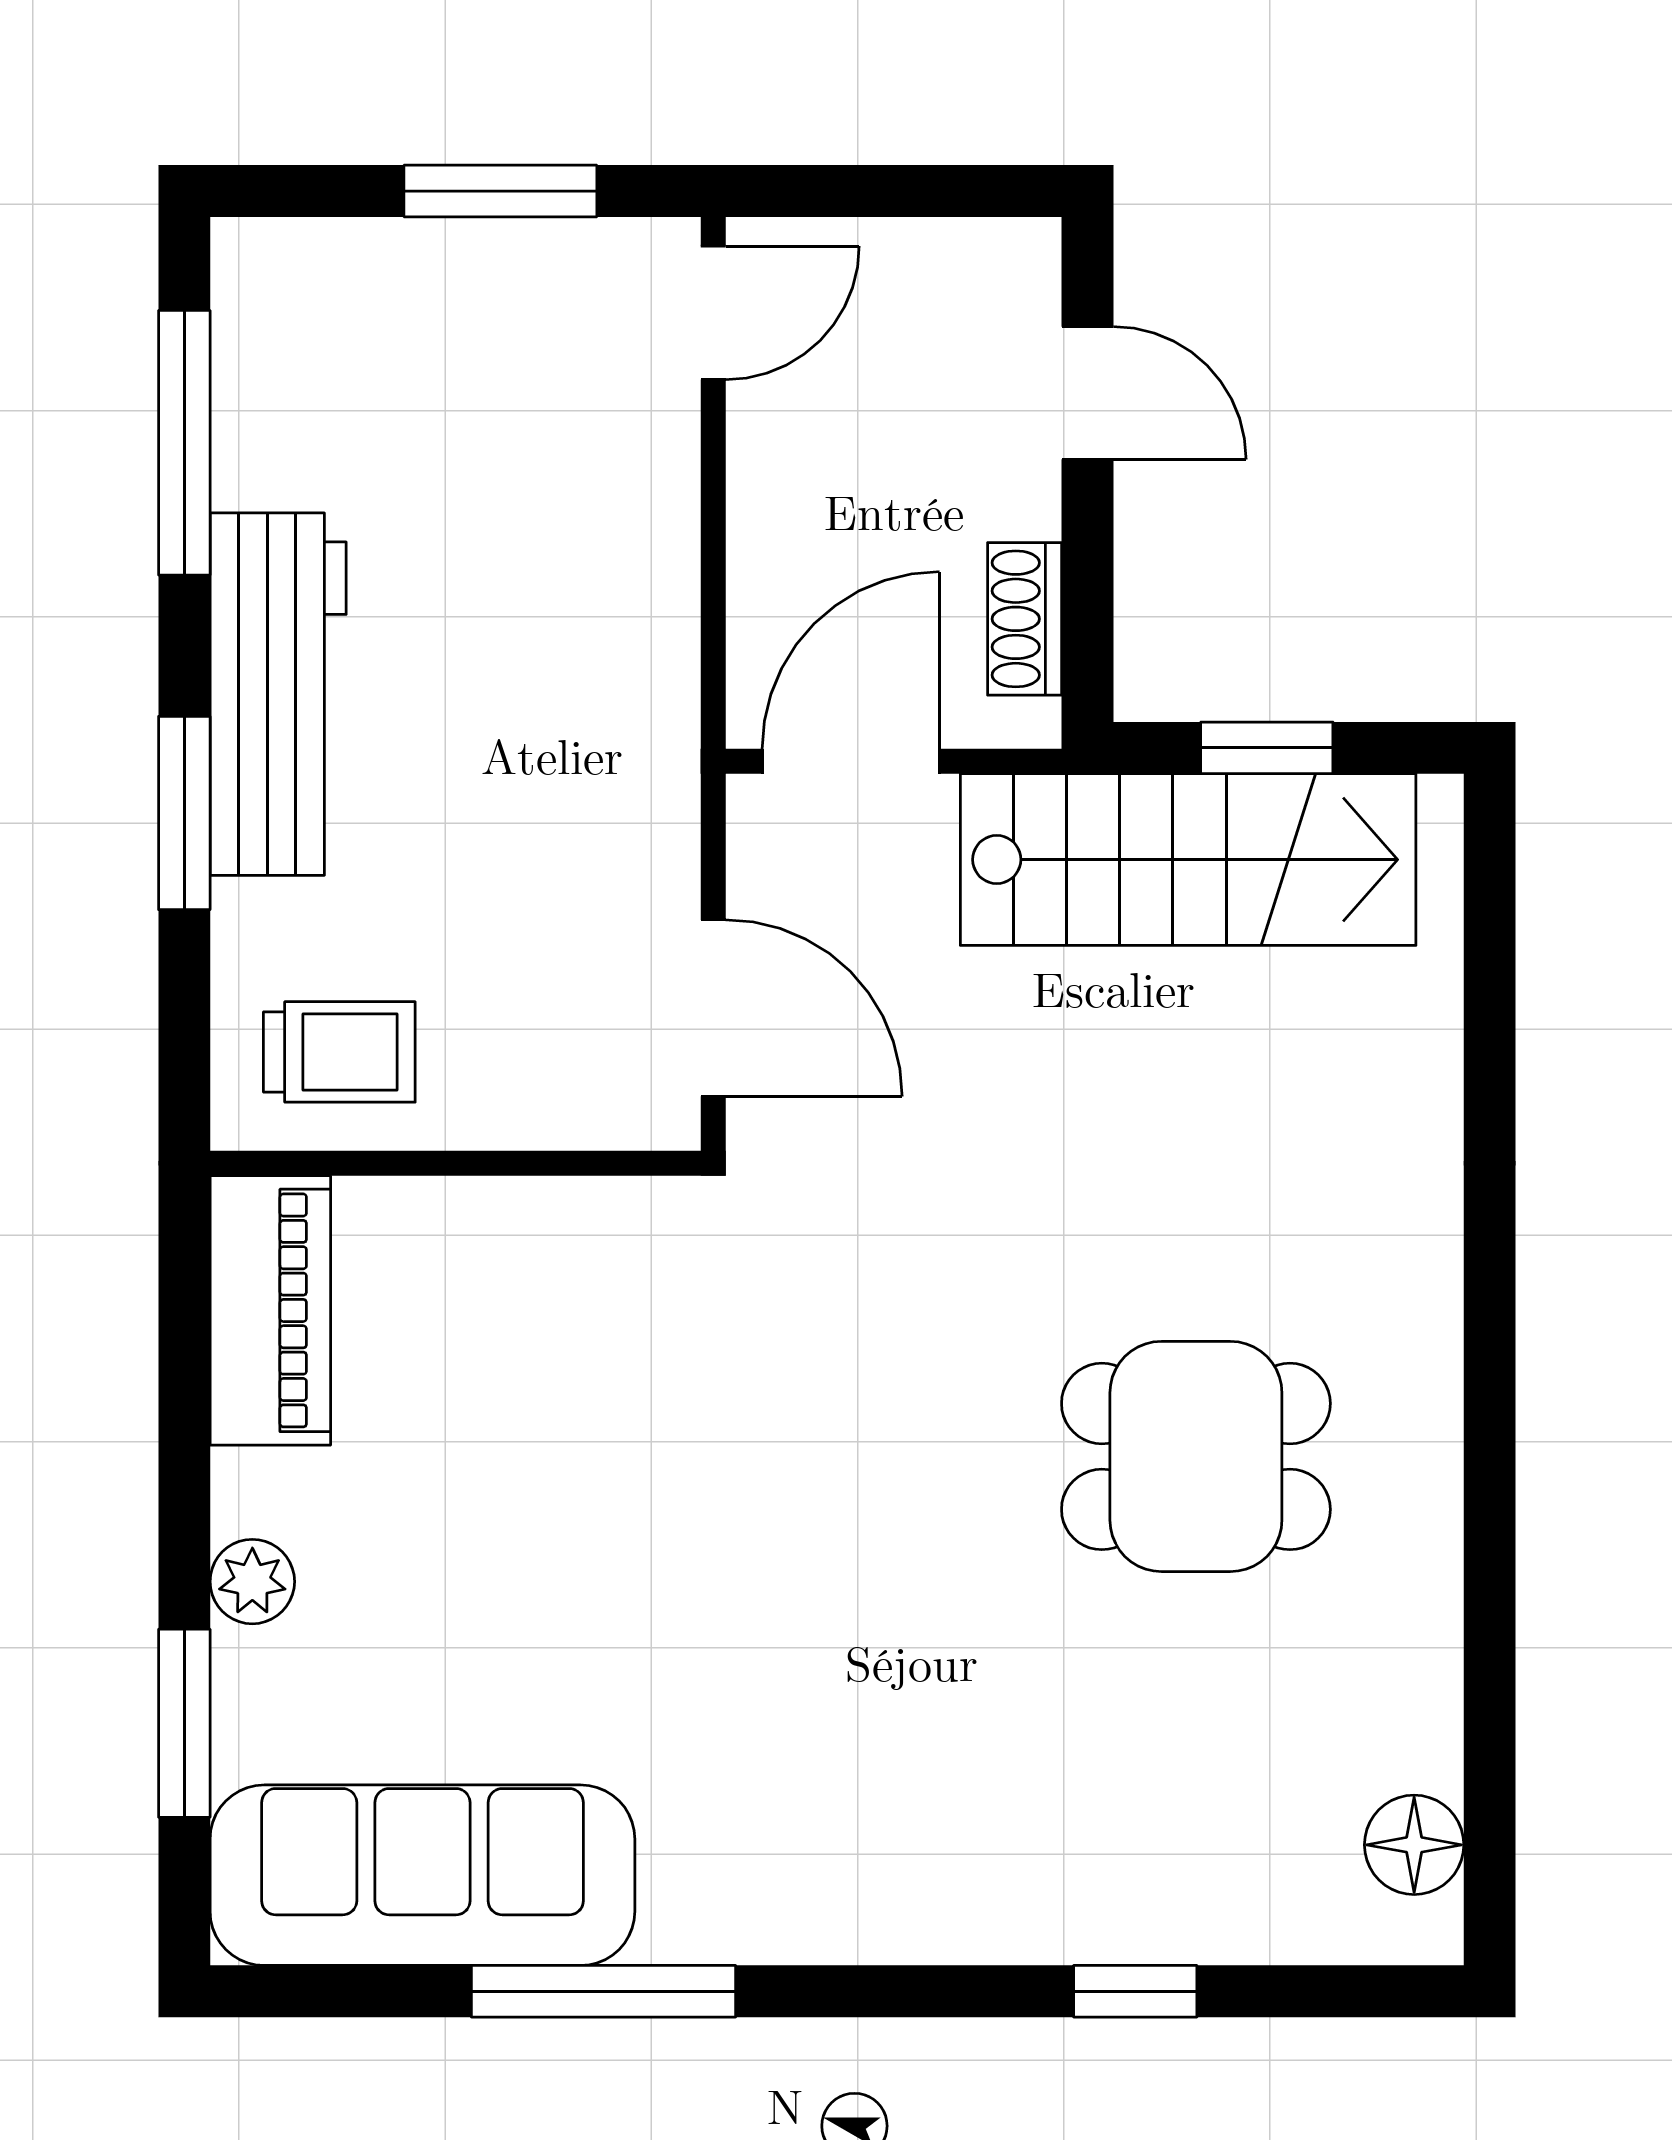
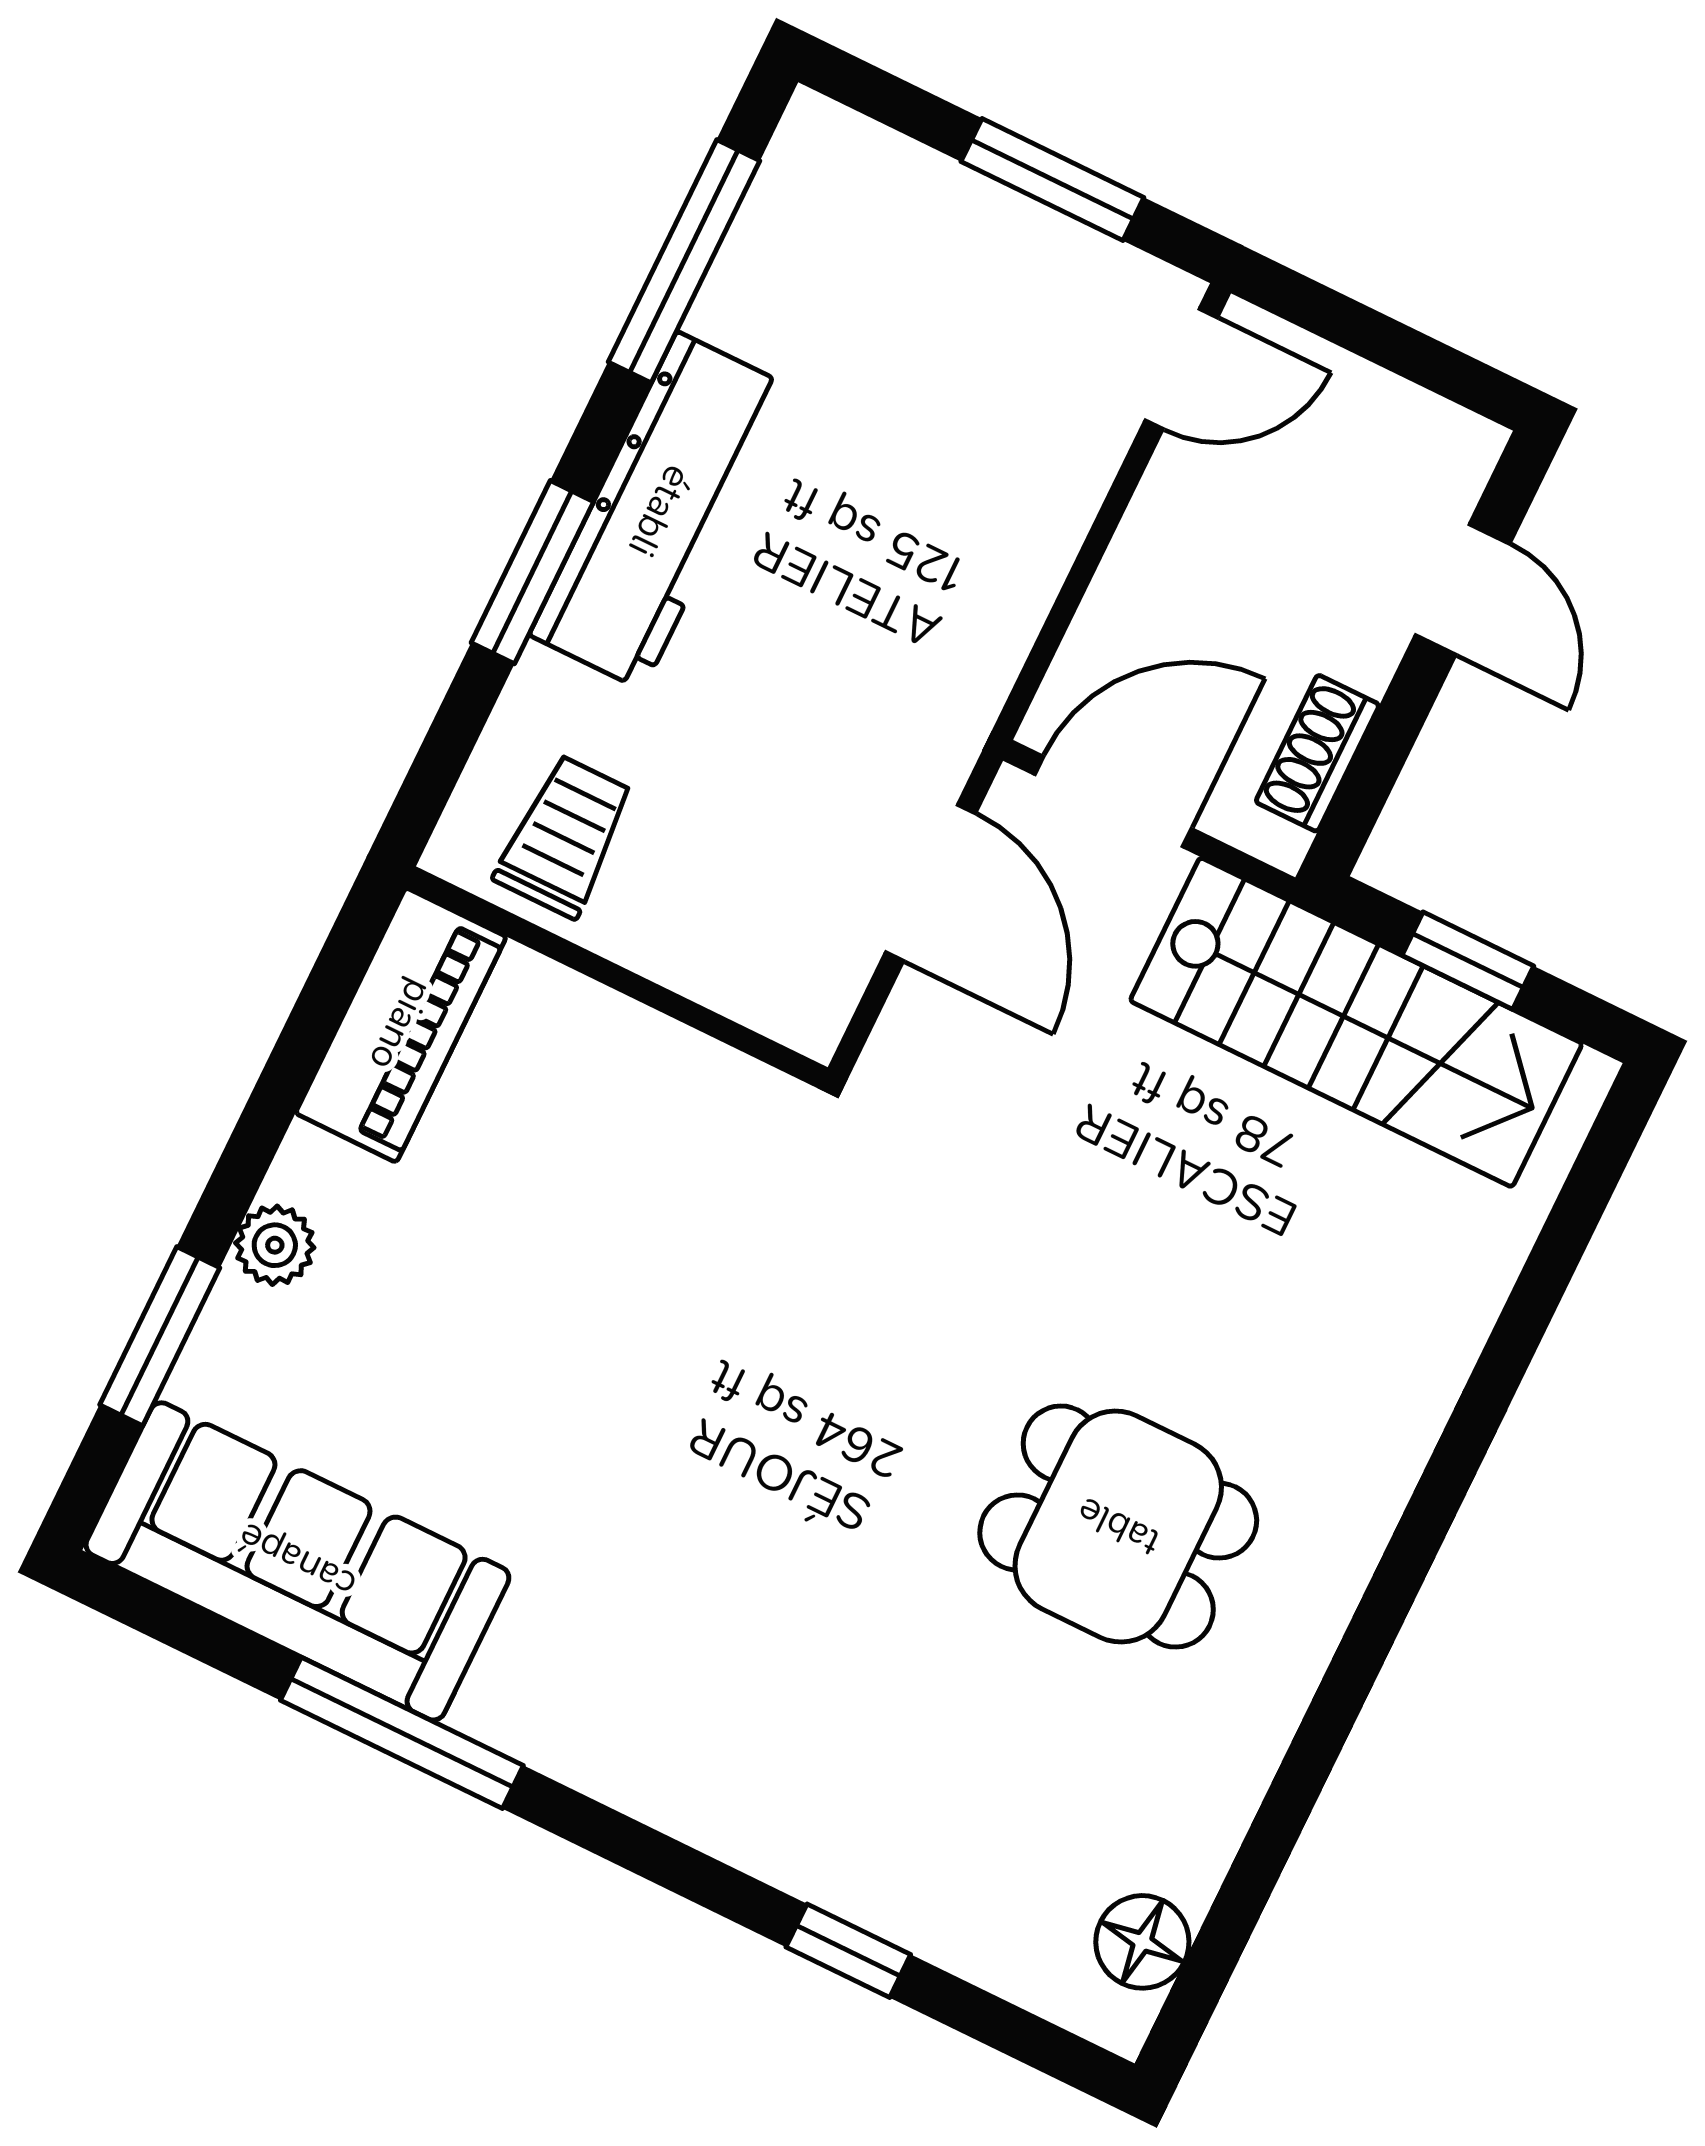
door: (713, 1008) -> (931, 883), moved
trolley: (339, 1052) -> (565, 836), turned -90

